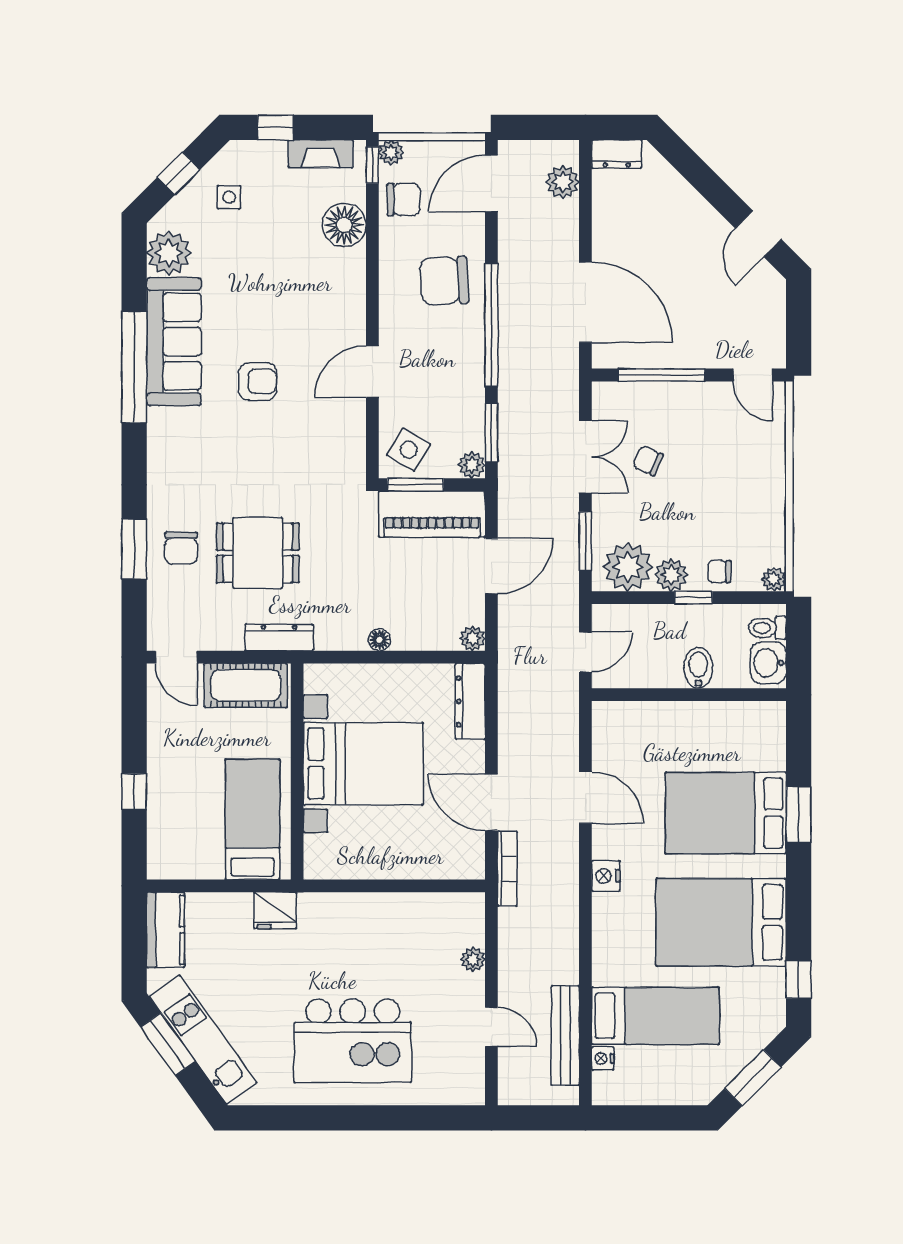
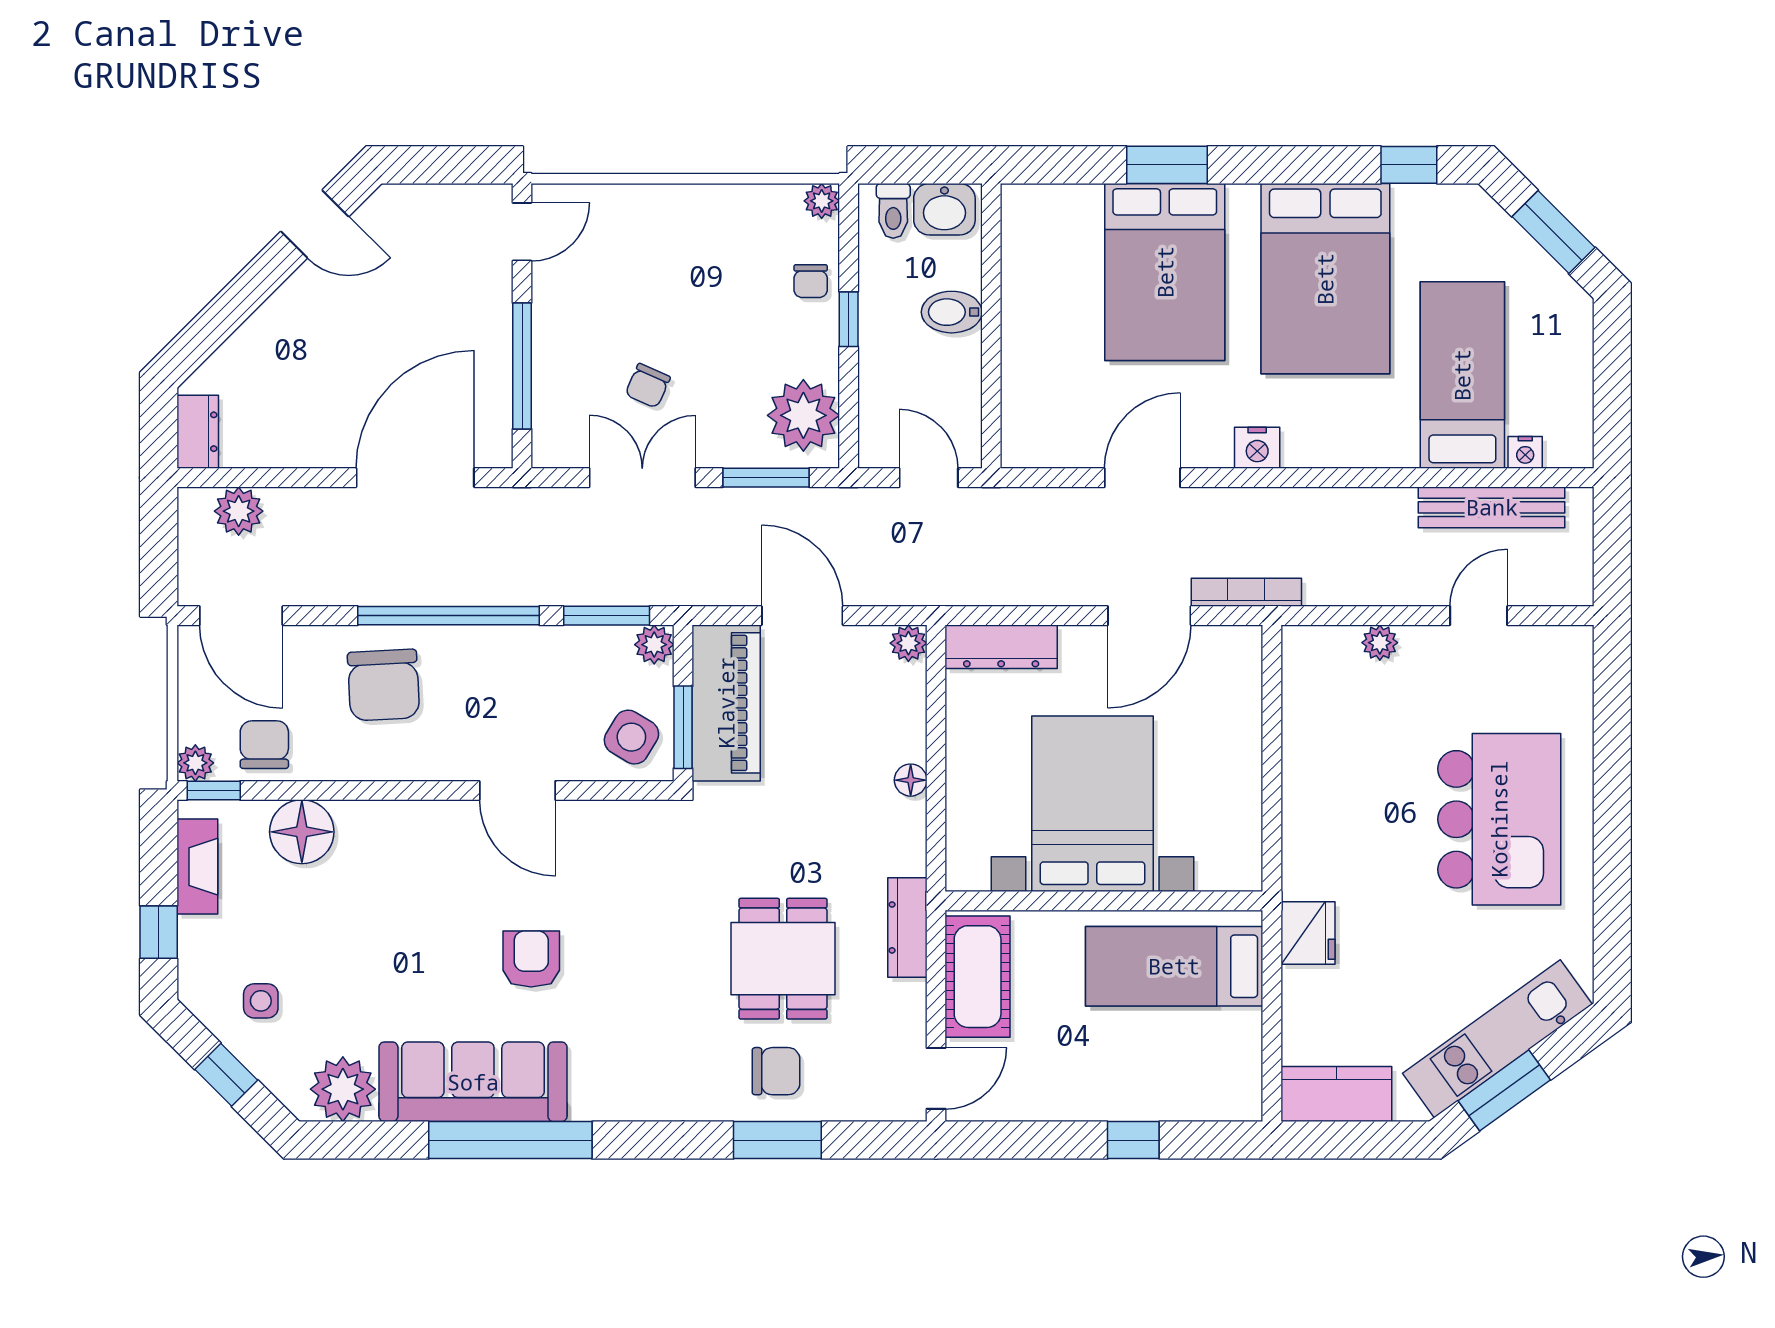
plant: (671, 575) -> (815, 352), removed

